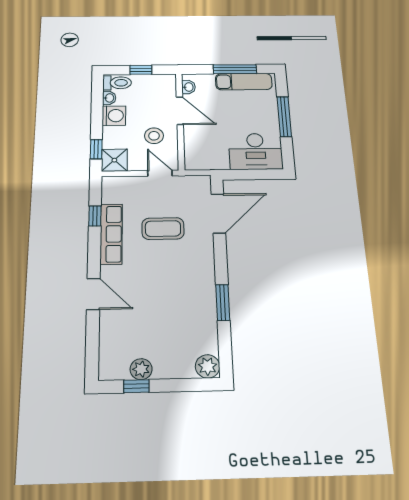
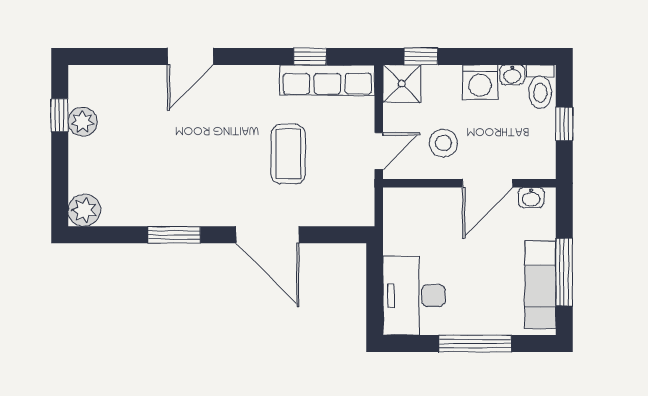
door: (218, 213) -> (267, 235), moved
row of seats: (111, 234) -> (327, 80), moved

